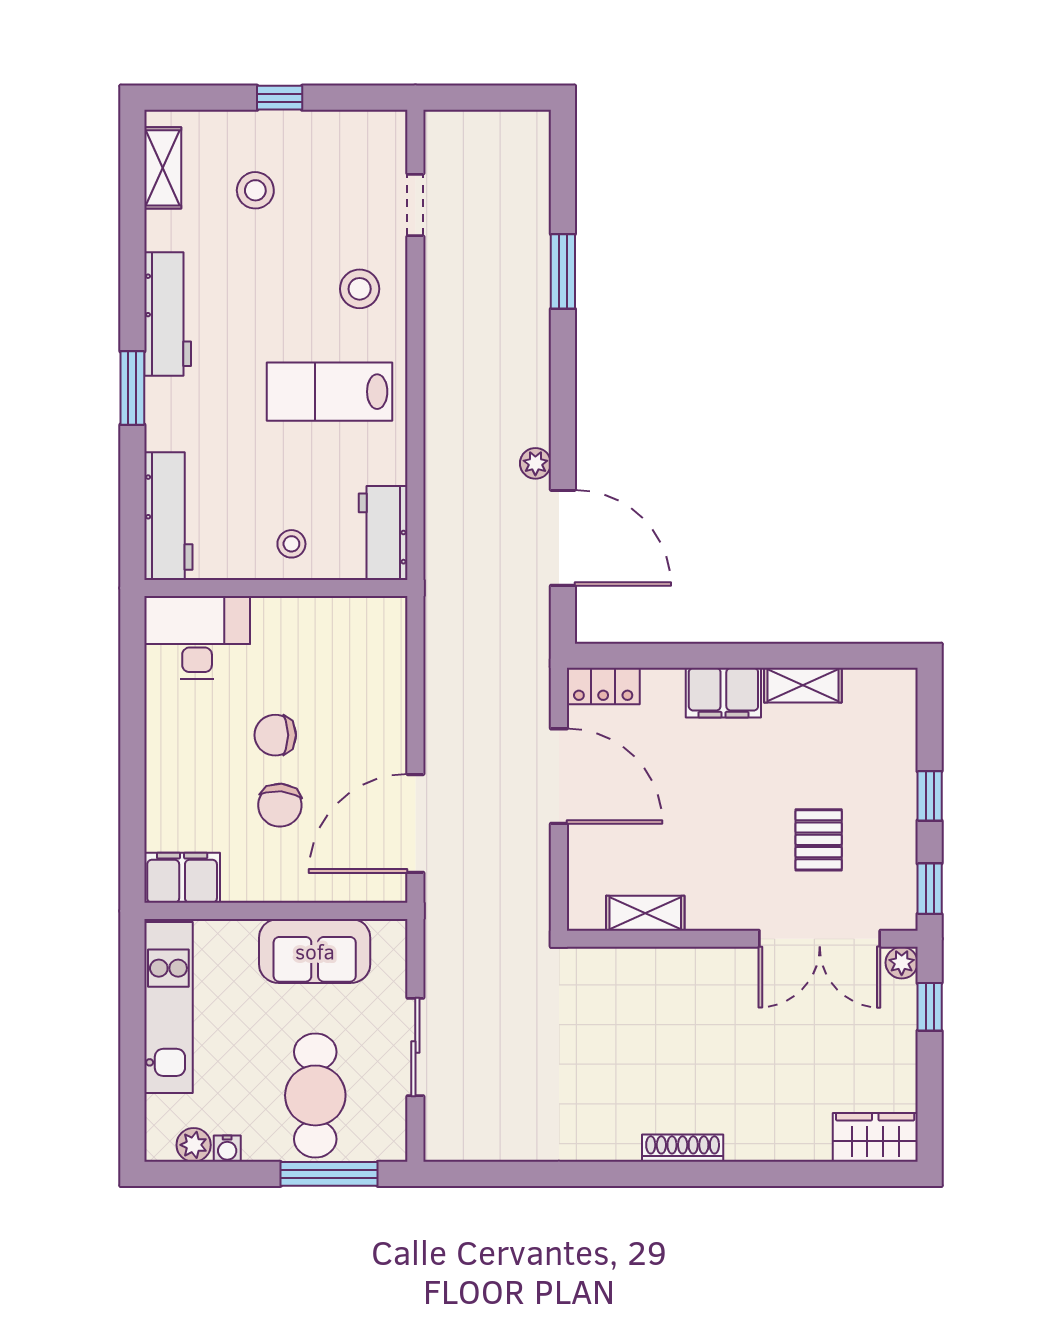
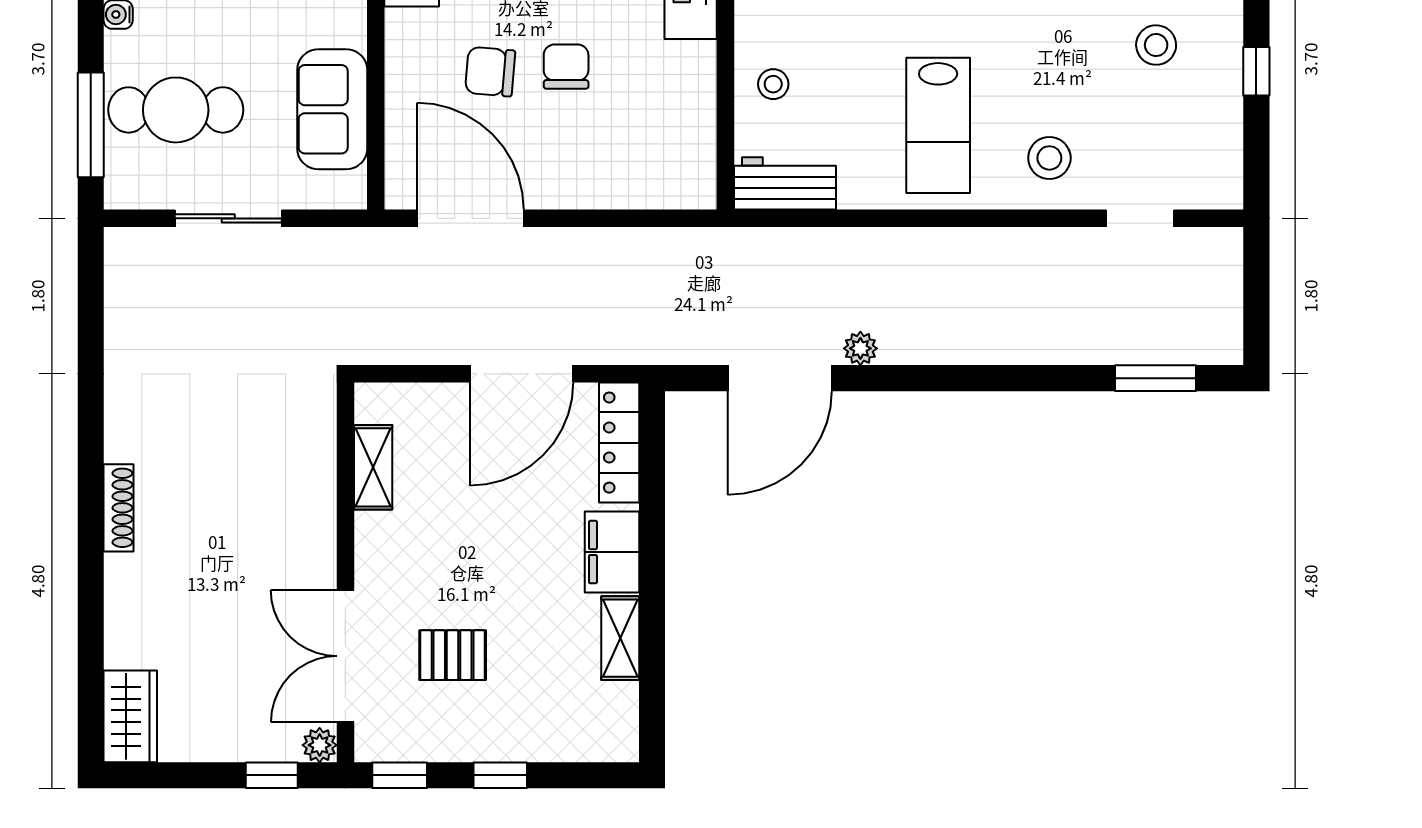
window: (563, 271) -> (1156, 378), moved
lab bench: (330, 392) -> (938, 125), turned 180
locker: (603, 686) -> (619, 443), width x1.53

